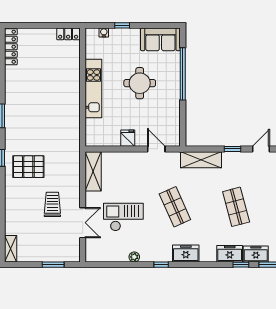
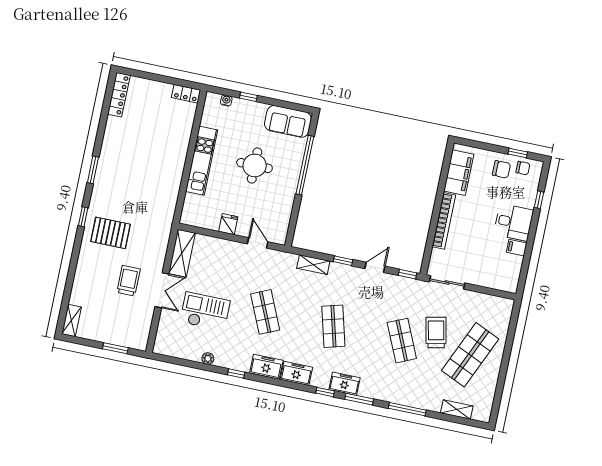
shelving: (201, 160) -> (313, 265), width x0.67, depth x0.75
double door: (83, 223) -> (162, 290), moved
freezer: (230, 254) -> (296, 373), moved

